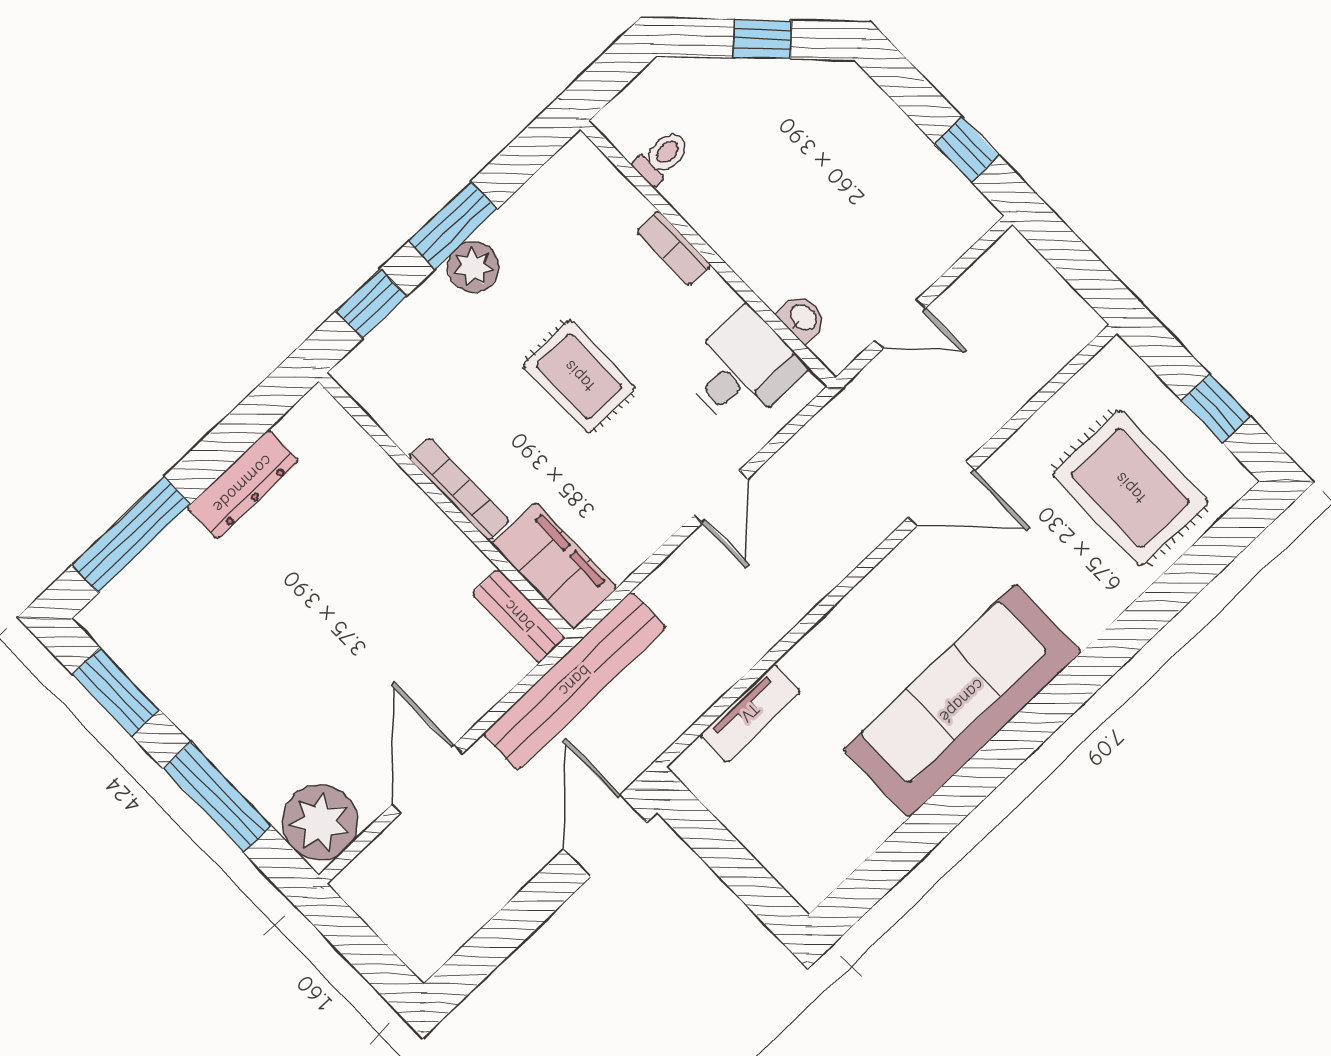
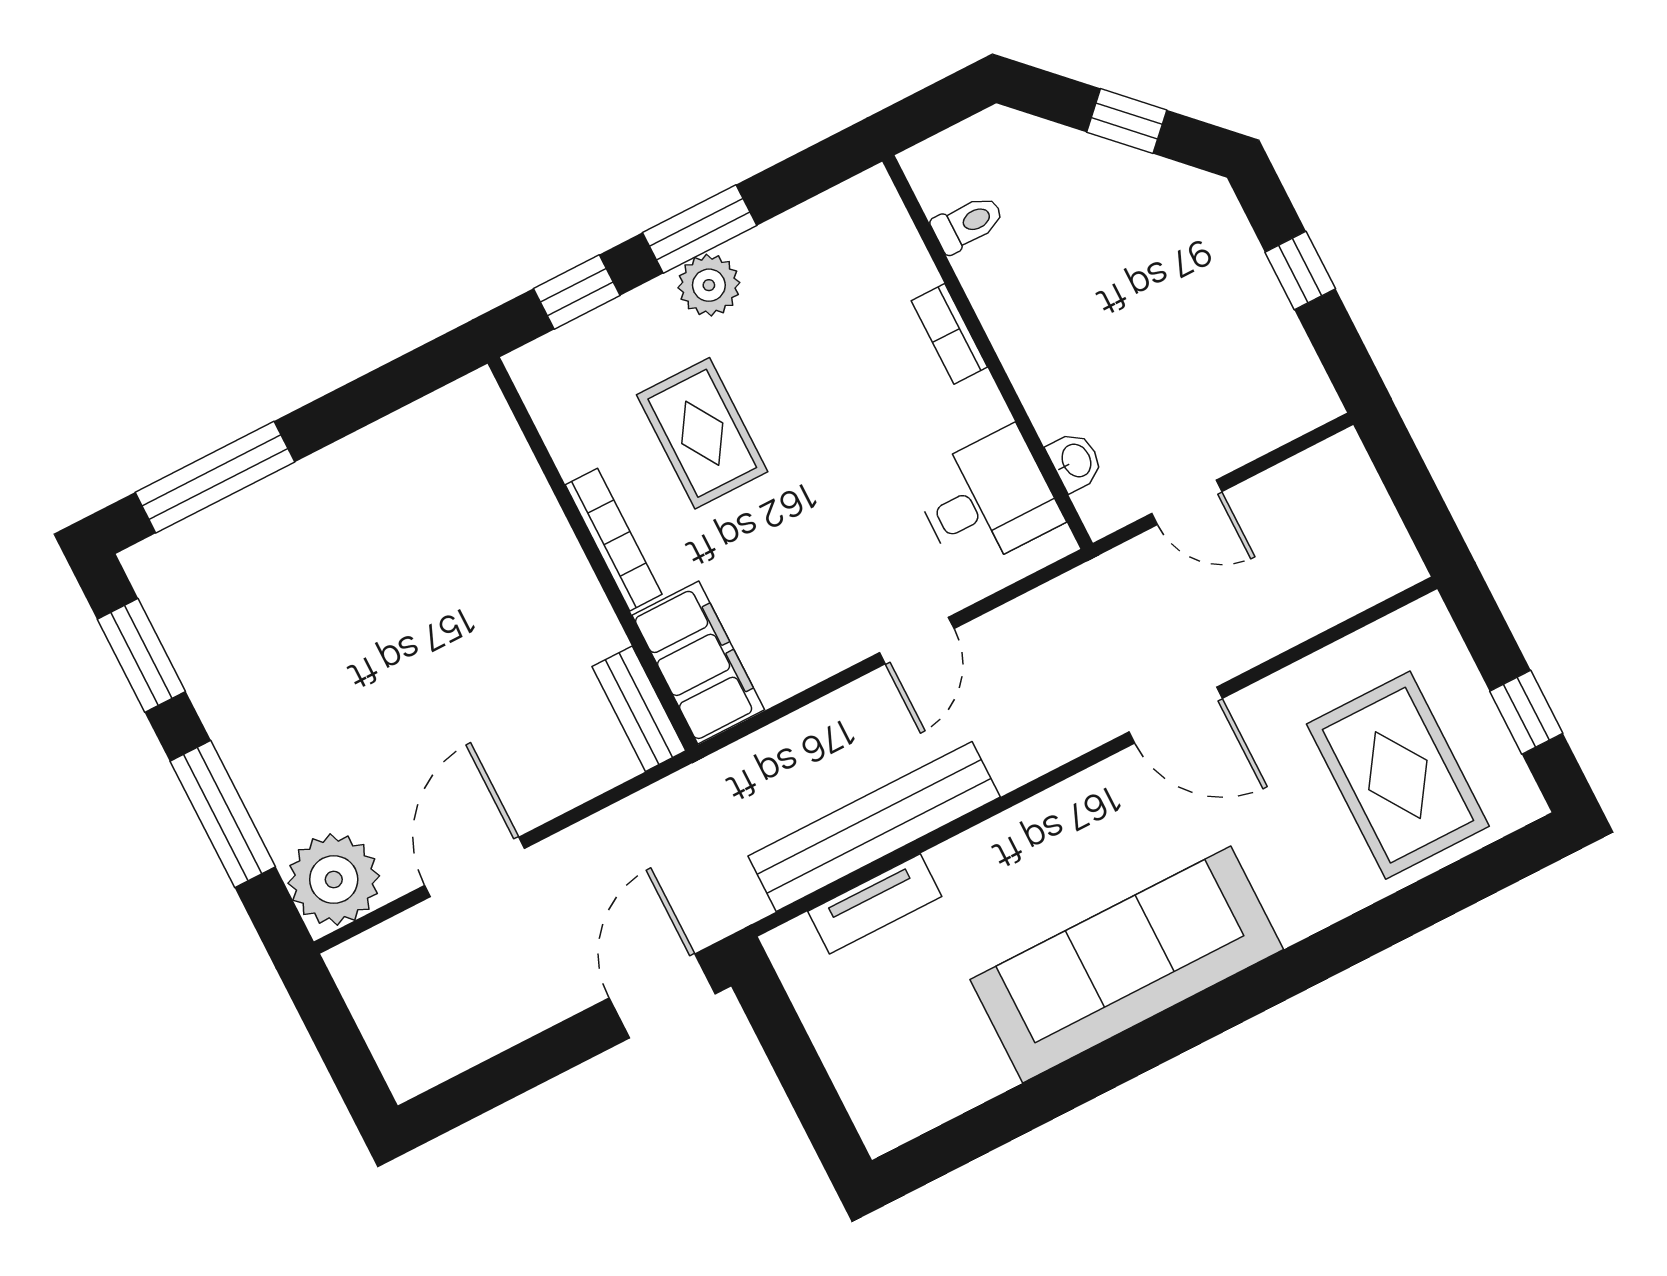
window: (967, 150) -> (1300, 270), moved
rug: (579, 376) -> (702, 433), moved
dresser: (243, 484) -> (363, 458), removed
bench: (575, 681) -> (874, 826), moved

